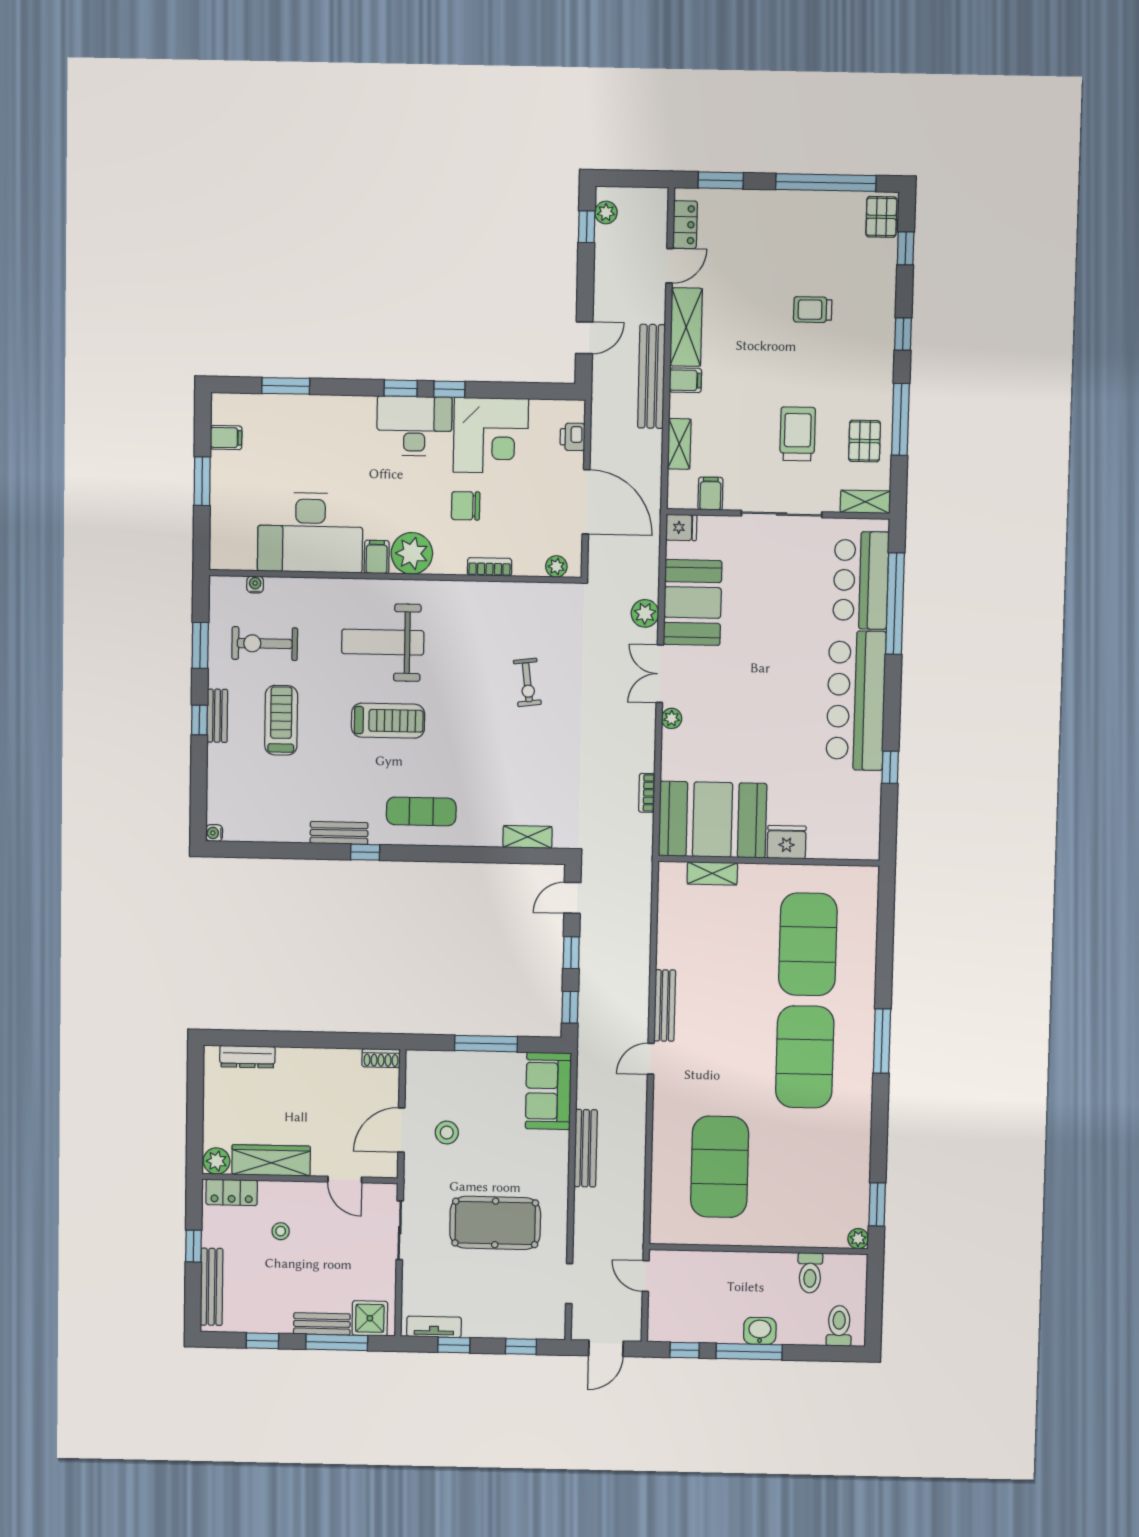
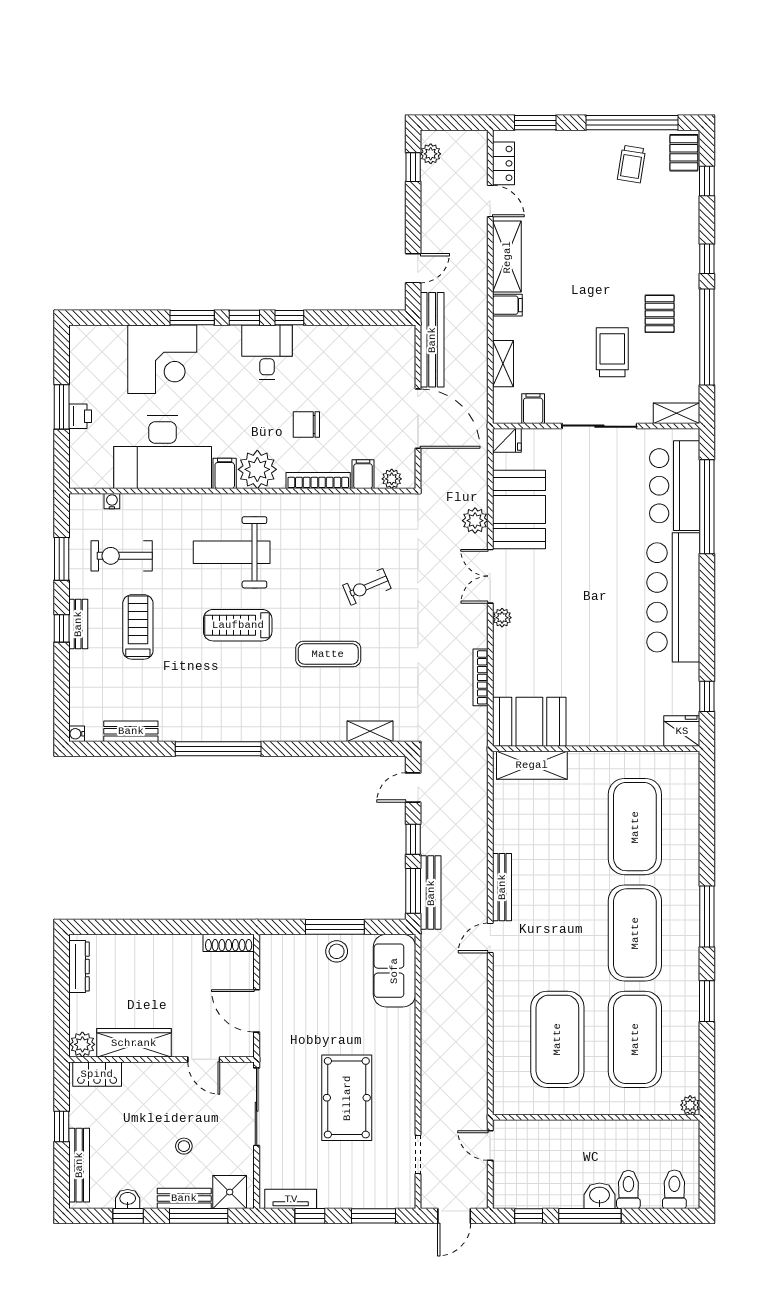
door: (670, 266) -> (490, 201), hinge flipped
trolley: (813, 310) -> (631, 164), moved, turned -81
bench: (652, 376) -> (432, 340), moved
window: (286, 386) -> (192, 318), moved
window: (901, 419) -> (707, 337), width x1.46
desk: (414, 426) -> (267, 352), width x0.73
corner desk: (491, 435) -> (162, 359), moved
printer: (573, 437) -> (80, 416), moved, turned 180
filing cabinet: (226, 438) -> (363, 474), moved, turned -90
pallet: (865, 441) -> (660, 314), moved
bookcase: (490, 567) -> (318, 480), width x1.56
exercise bike: (527, 682) -> (367, 587), turned 74
treadmill: (388, 721) -> (238, 625), turned 180
window: (890, 767) -> (707, 696), moved
bookcase: (647, 793) -> (481, 677), width x1.56
exercise mat: (421, 811) -> (328, 654), moved
booth: (713, 820) -> (529, 722), width x0.73, depth x0.70
bench: (339, 833) -> (131, 731), moved
fridge: (787, 842) -> (682, 731), moved
window: (365, 852) -> (218, 749), width x3.17
shelving: (712, 873) -> (532, 765), width x1.50, depth x1.33
window: (570, 1007) -> (413, 891), width x1.50
dresser: (247, 1057) -> (79, 966), moved, turned -90
shoe rack: (381, 1058) -> (229, 943), width x1.43
door: (401, 1130) -> (257, 1011), hinge flipped
stool: (447, 1133) -> (337, 951), moved
bench: (586, 1148) -> (431, 893), moved
exercise mat: (802, 1169) -> (635, 1039), added
window: (877, 1204) -> (707, 1001), moved
pool table: (495, 1223) -> (347, 1098), turned 90
sliding door: (400, 1230) -> (257, 1107), width x1.37
stool: (281, 1231) -> (184, 1146), moved
toilet: (810, 1273) -> (628, 1189), moved, turned 180
washbasin: (262, 1323) -> (128, 1199), added
window: (521, 1346) -> (373, 1216), width x1.50

